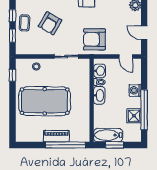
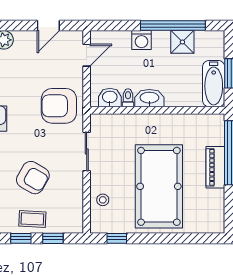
armchair: (94, 39) -> (59, 106), turned 90

